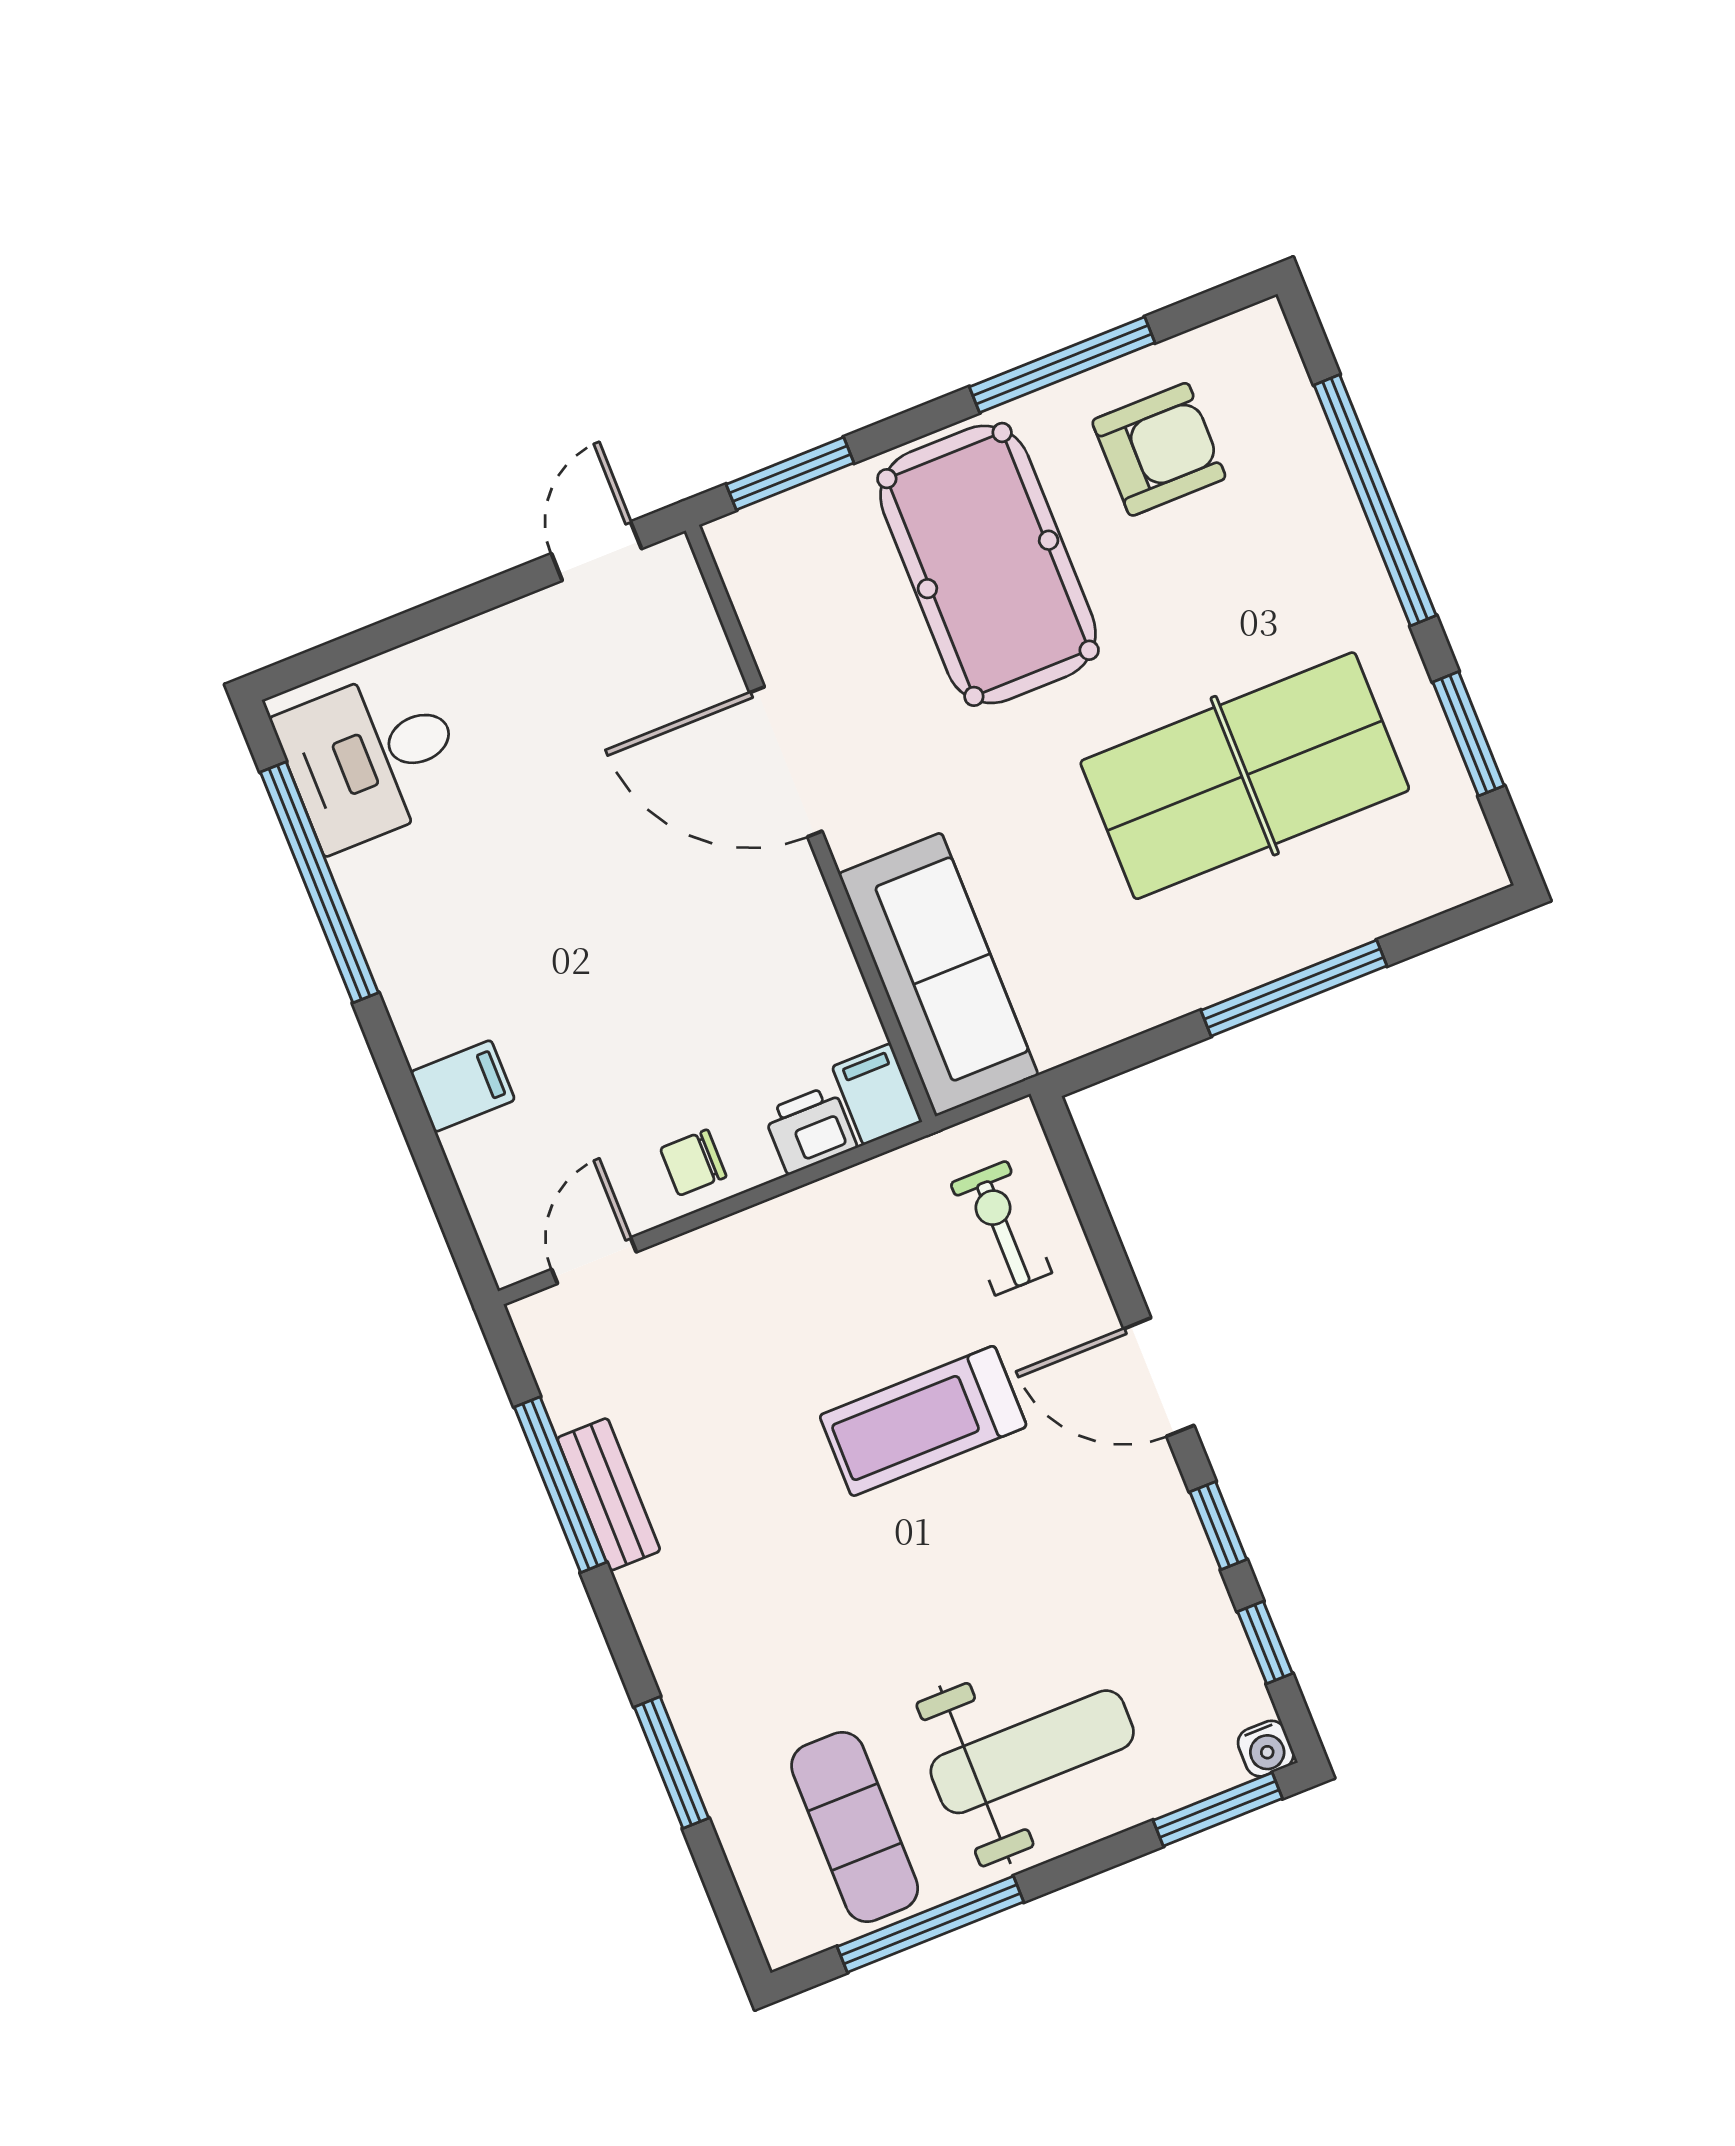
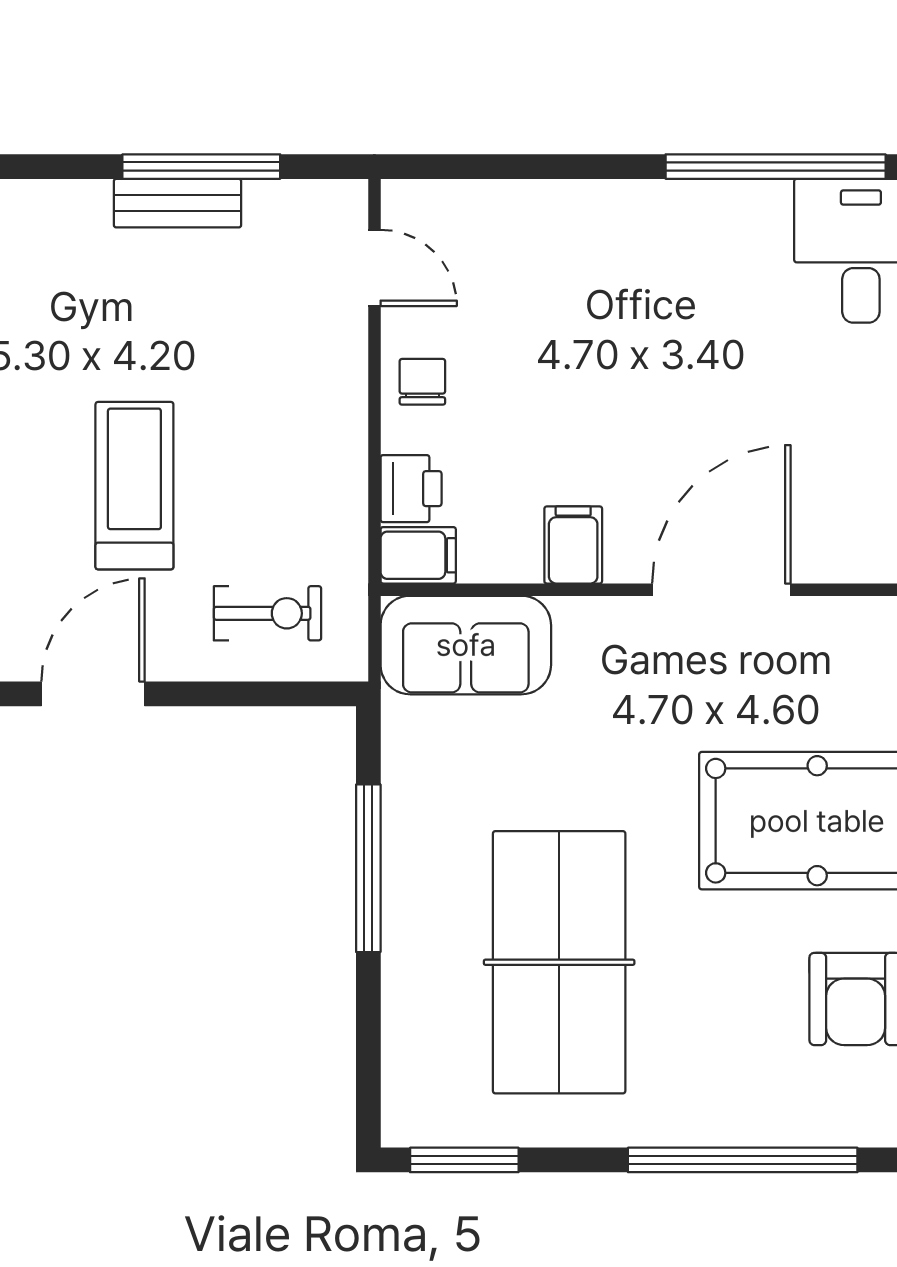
window: (1468, 734) -> (464, 1160), moved
sofa: (938, 974) -> (466, 645), width x0.73
window: (1294, 988) -> (368, 868), moved
filing cabinet: (463, 1086) -> (573, 545), moved, turned 180

